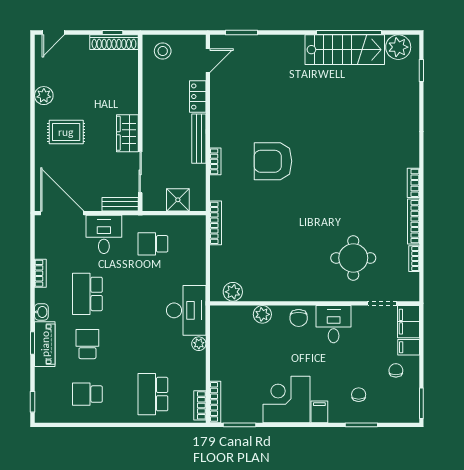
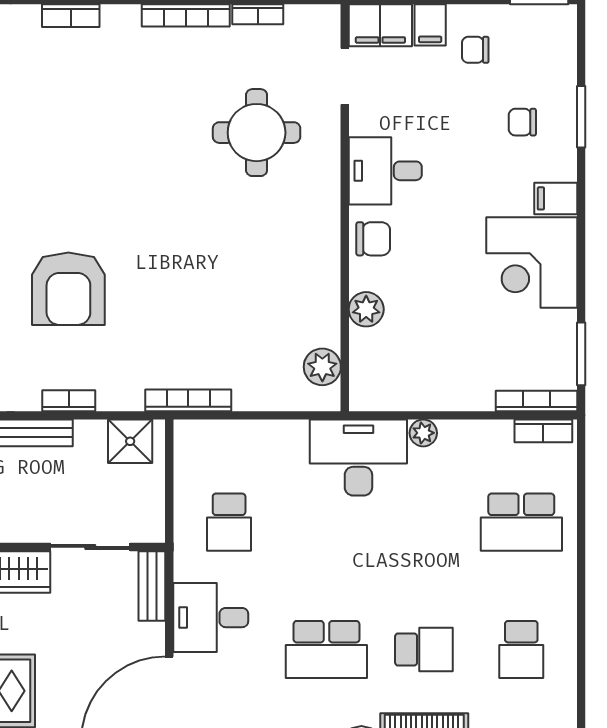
bookcase: (413, 183) -> (71, 16), moved
shower: (178, 200) -> (130, 441), moved
school desk: (87, 344) -> (424, 650), turned 180

